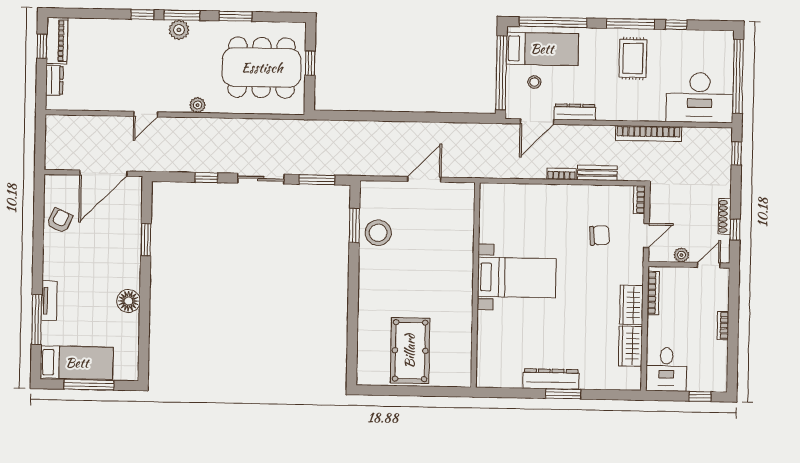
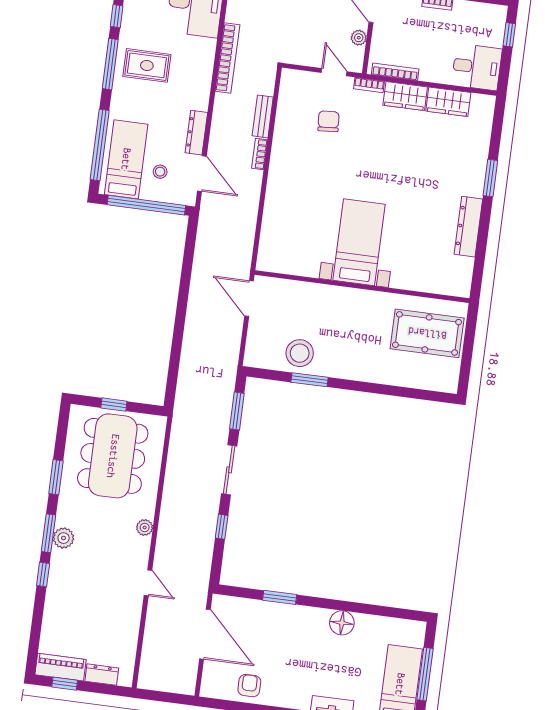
bookcase: (639, 200) -> (369, 85), moved
armchair: (60, 220) -> (249, 686), turned 65
window: (354, 225) -> (309, 380), moved
bed with nightstands: (517, 277) -> (359, 242), moved
wall: (475, 285) -> (362, 287), moved
dresser: (551, 379) -> (468, 227), moved

